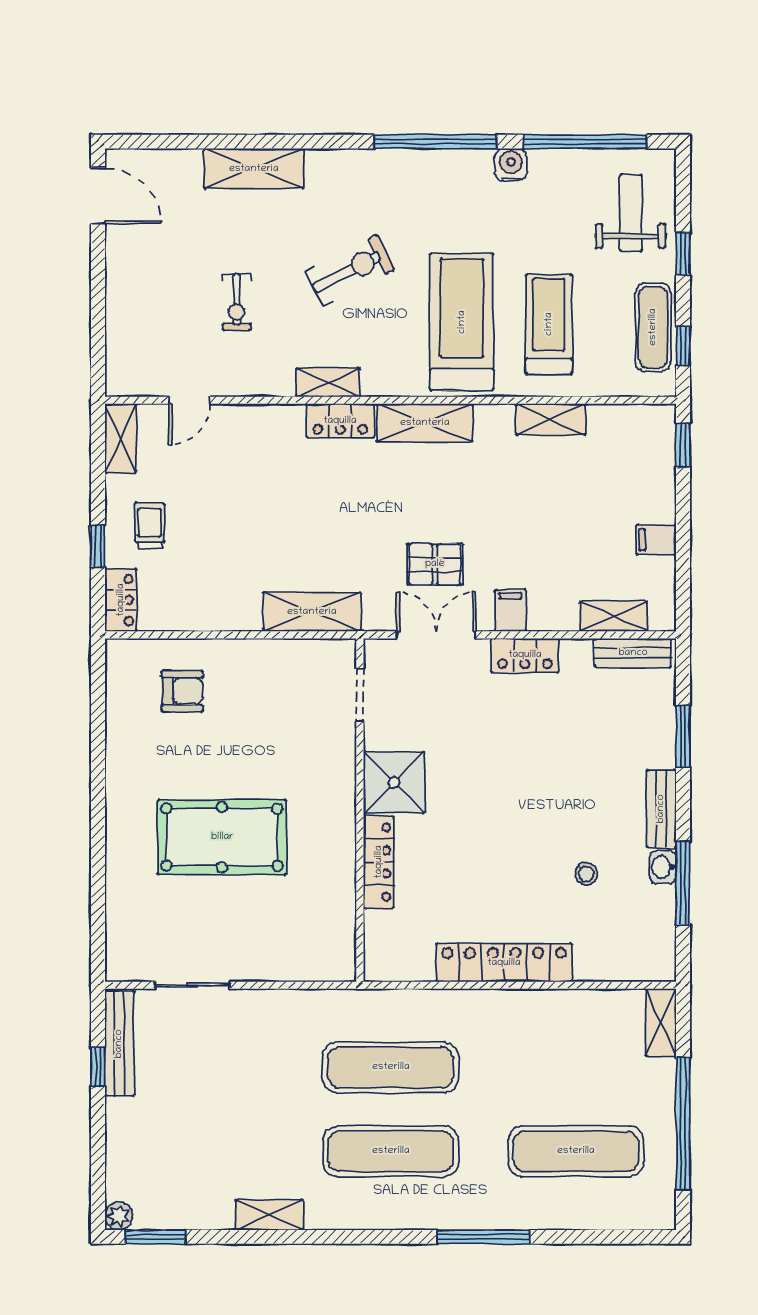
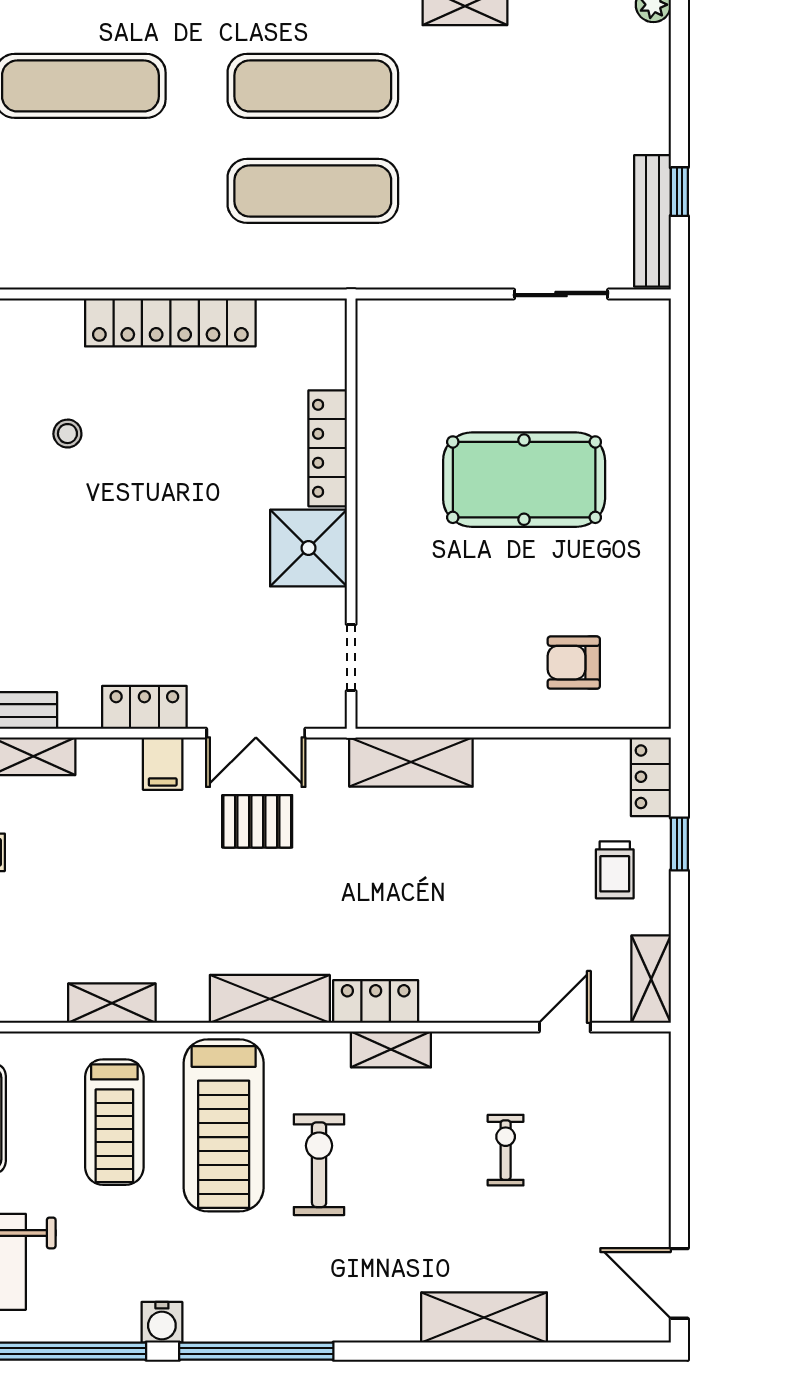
exercise bike: (350, 270) -> (319, 1165), moved, turned 117

